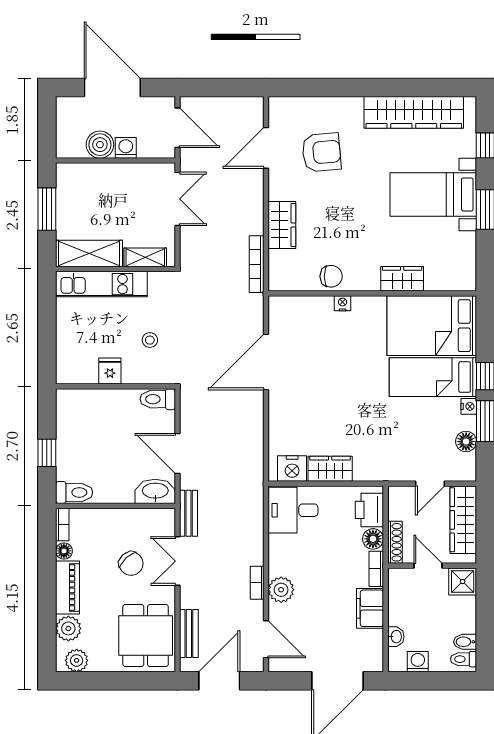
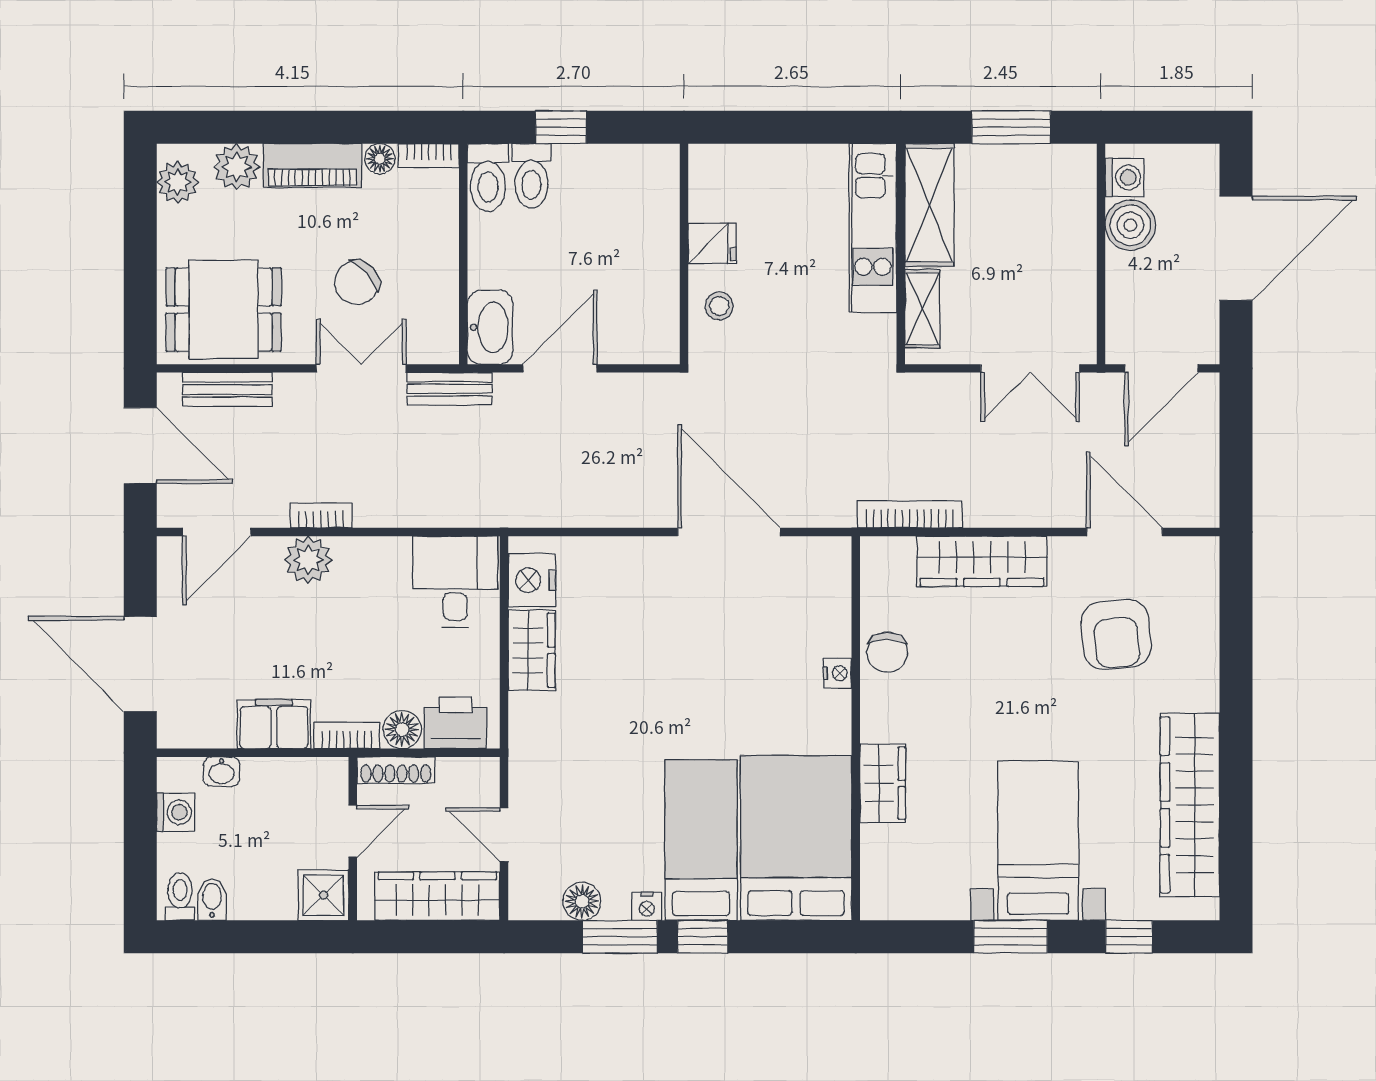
washing machine: (126, 148) -> (1124, 177), moved
wardrobe: (282, 225) -> (982, 561), width x1.50
stool: (150, 340) -> (719, 306), moved
toilet: (158, 399) -> (531, 176), moved, turned 180

